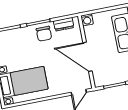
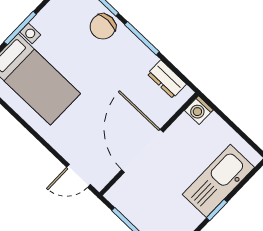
chair: (44, 34) -> (103, 27), moved

